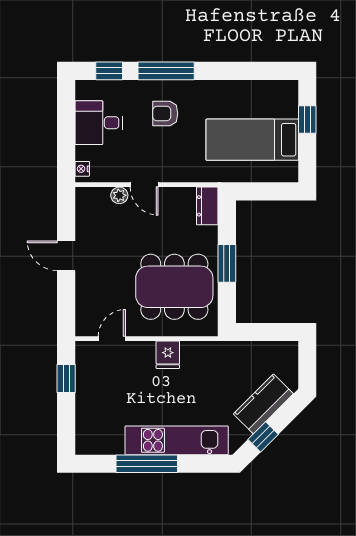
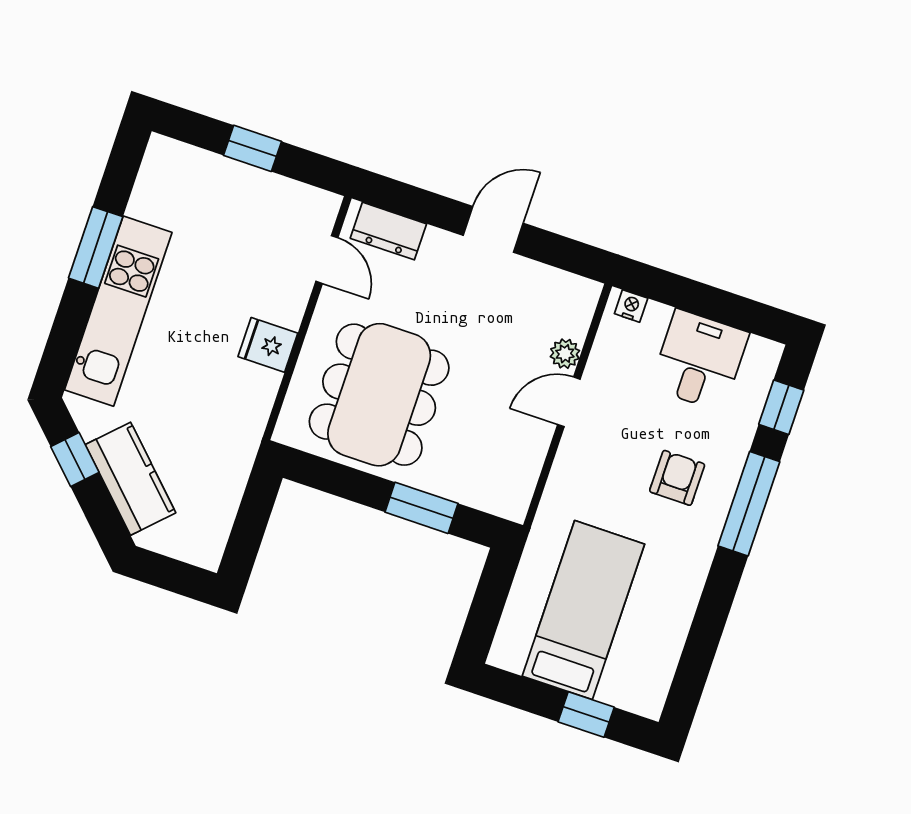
dresser: (207, 206) -> (388, 231), moved, turned 180
window: (227, 263) -> (422, 508), moved
window: (66, 378) -> (252, 148), moved
window: (147, 464) -> (96, 247), width x0.69

